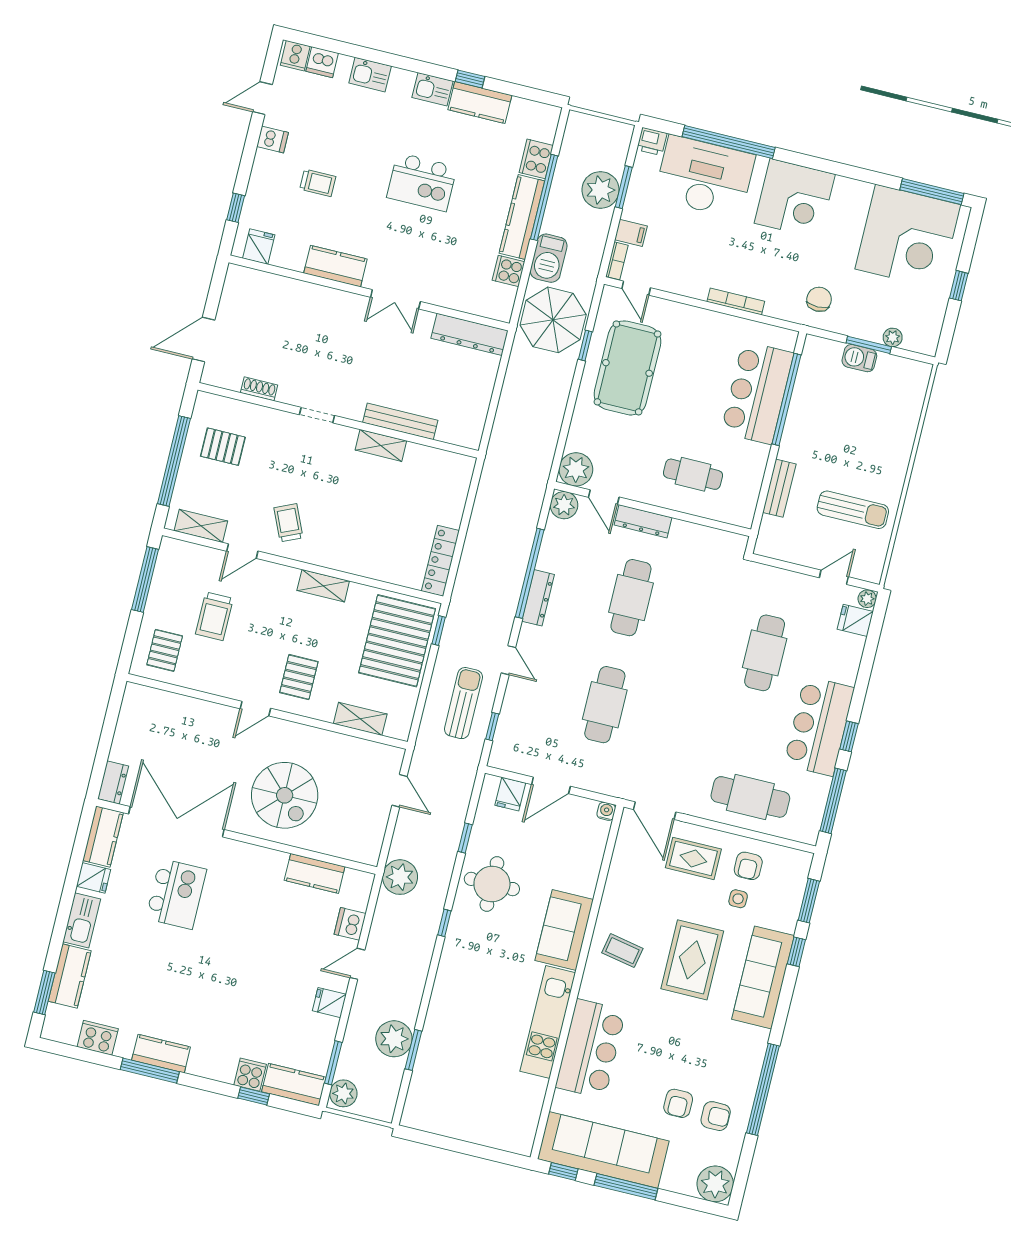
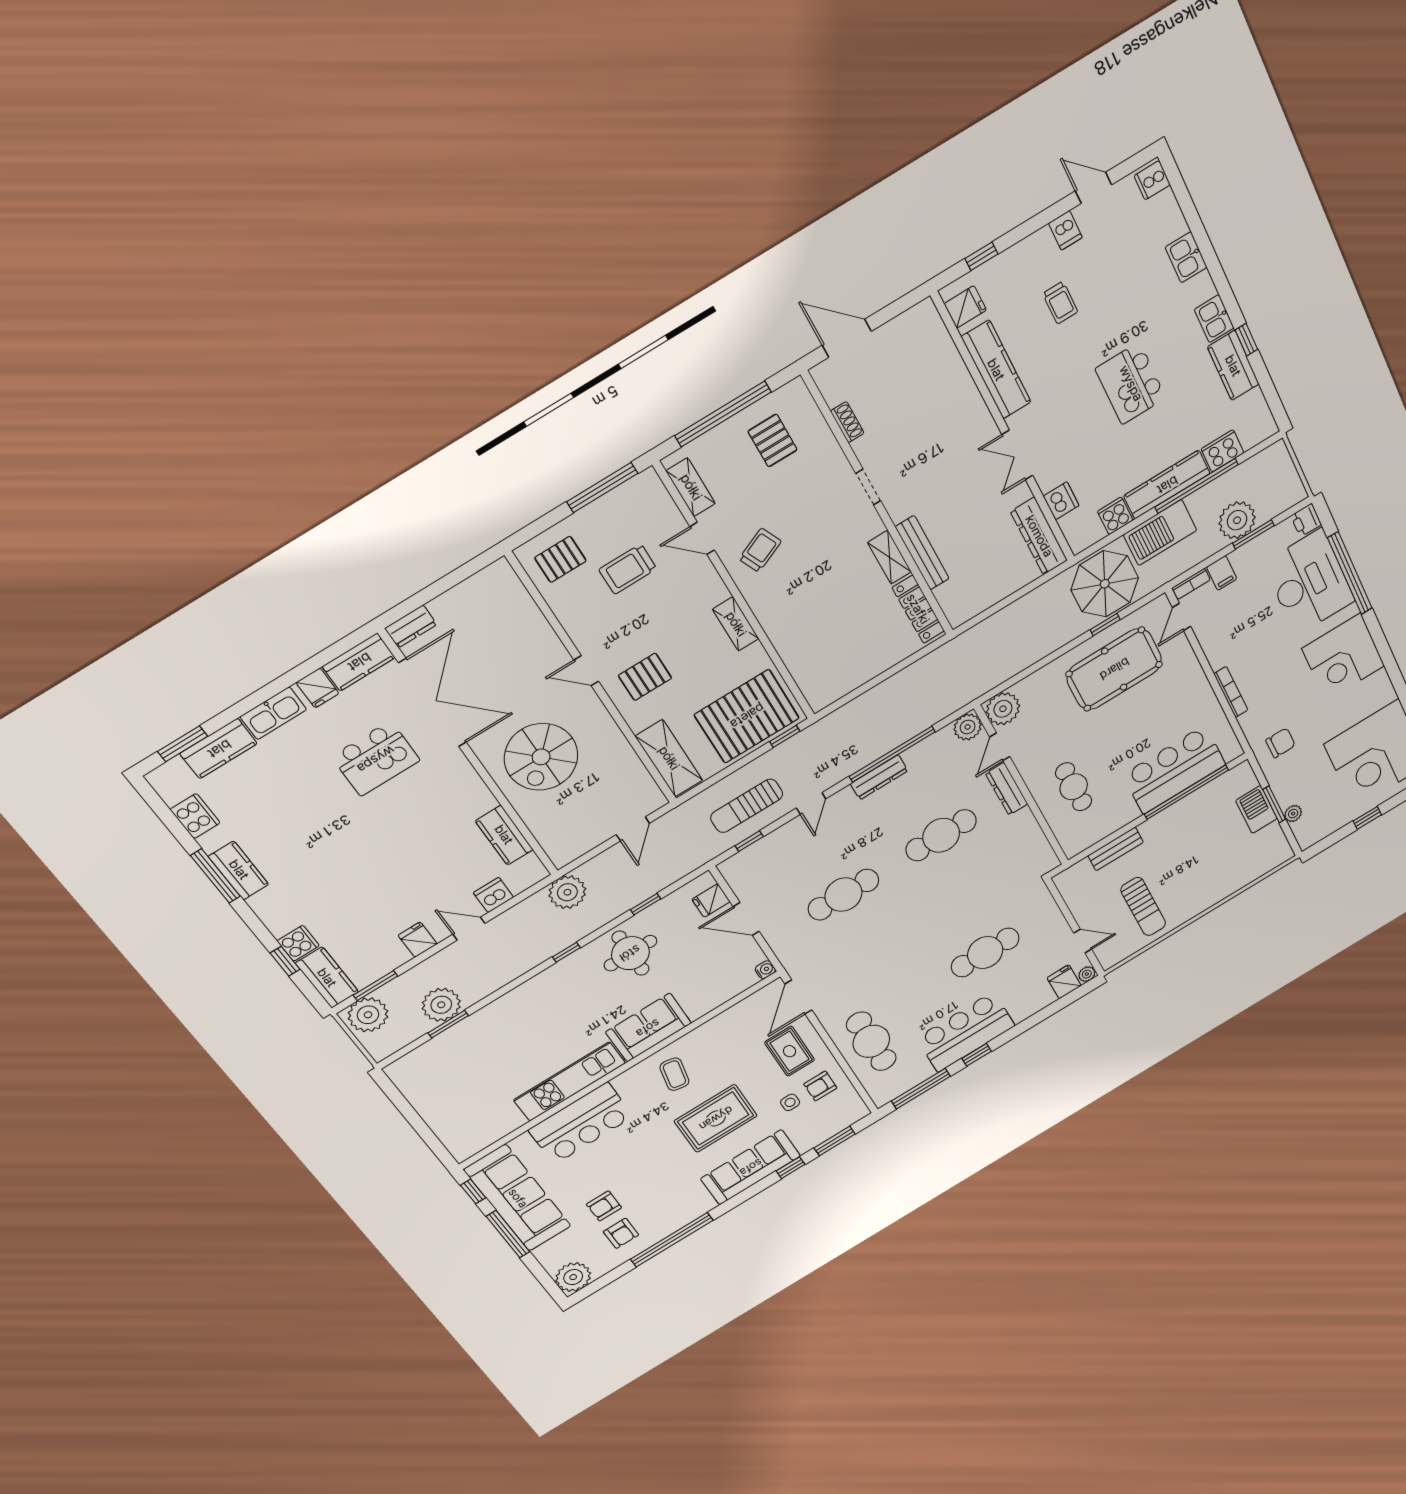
dishwasher: (322, 62) -> (1061, 501), moved, turned 180
barbecue: (549, 258) -> (1160, 533), width x1.37, depth x1.21
kitchen counter: (335, 266) -> (996, 370), width x1.50
barbecue: (859, 358) -> (1256, 810), width x1.38, depth x1.27
locker: (440, 561) -> (918, 609), moved, turned -90
sun lounger: (463, 703) -> (747, 806), turned 180
shelving: (360, 719) -> (669, 758), width x1.50, depth x1.33
plant: (343, 1093) -> (368, 1015), width x1.36, depth x1.36

